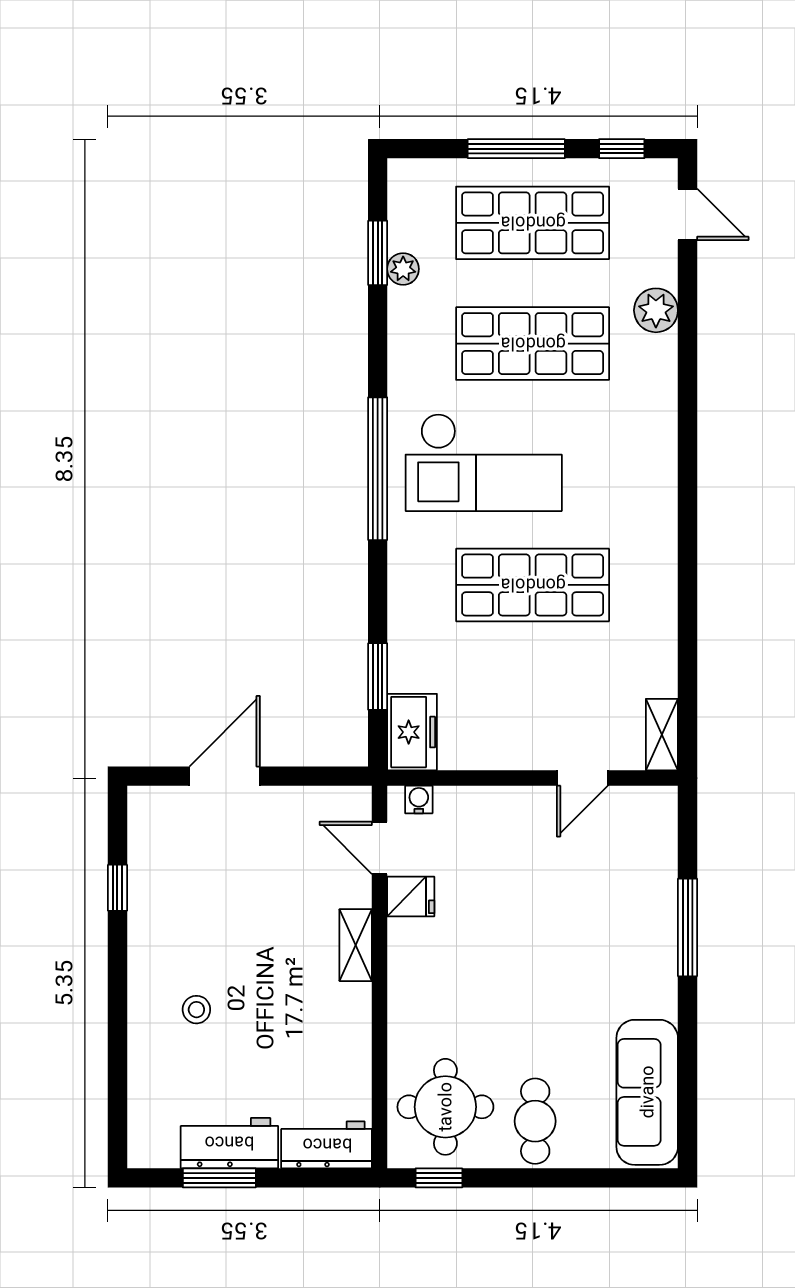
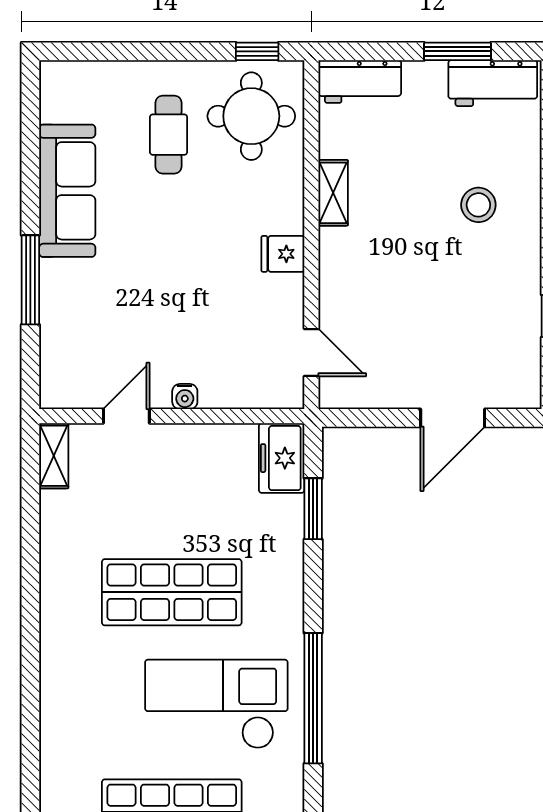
water cooler: (419, 799) -> (185, 397), moved
fridge: (411, 897) -> (283, 254), moved
shelving: (356, 945) -> (333, 193), moved
stool: (196, 1010) -> (478, 205), width x1.37, depth x1.37
sofa: (647, 1092) -> (67, 191), moved
cafe table: (535, 1121) -> (169, 135), moved
workbench: (229, 1143) -> (493, 83), moved

